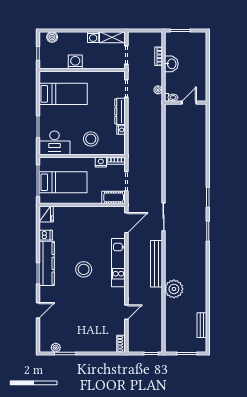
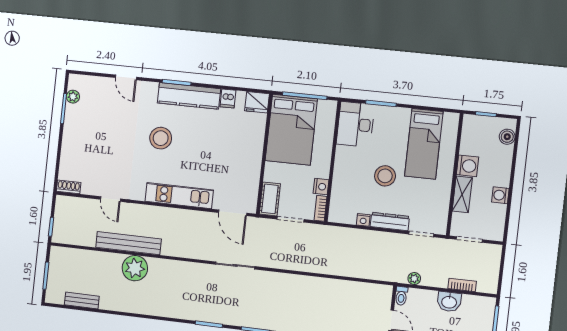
shelving: (112, 37) -> (462, 194), moved
stool: (91, 139) -> (385, 176), moved
bed: (63, 182) -> (291, 130), width x1.50
bench: (157, 264) -> (128, 243), moved
stool: (84, 269) -> (161, 138), moved

